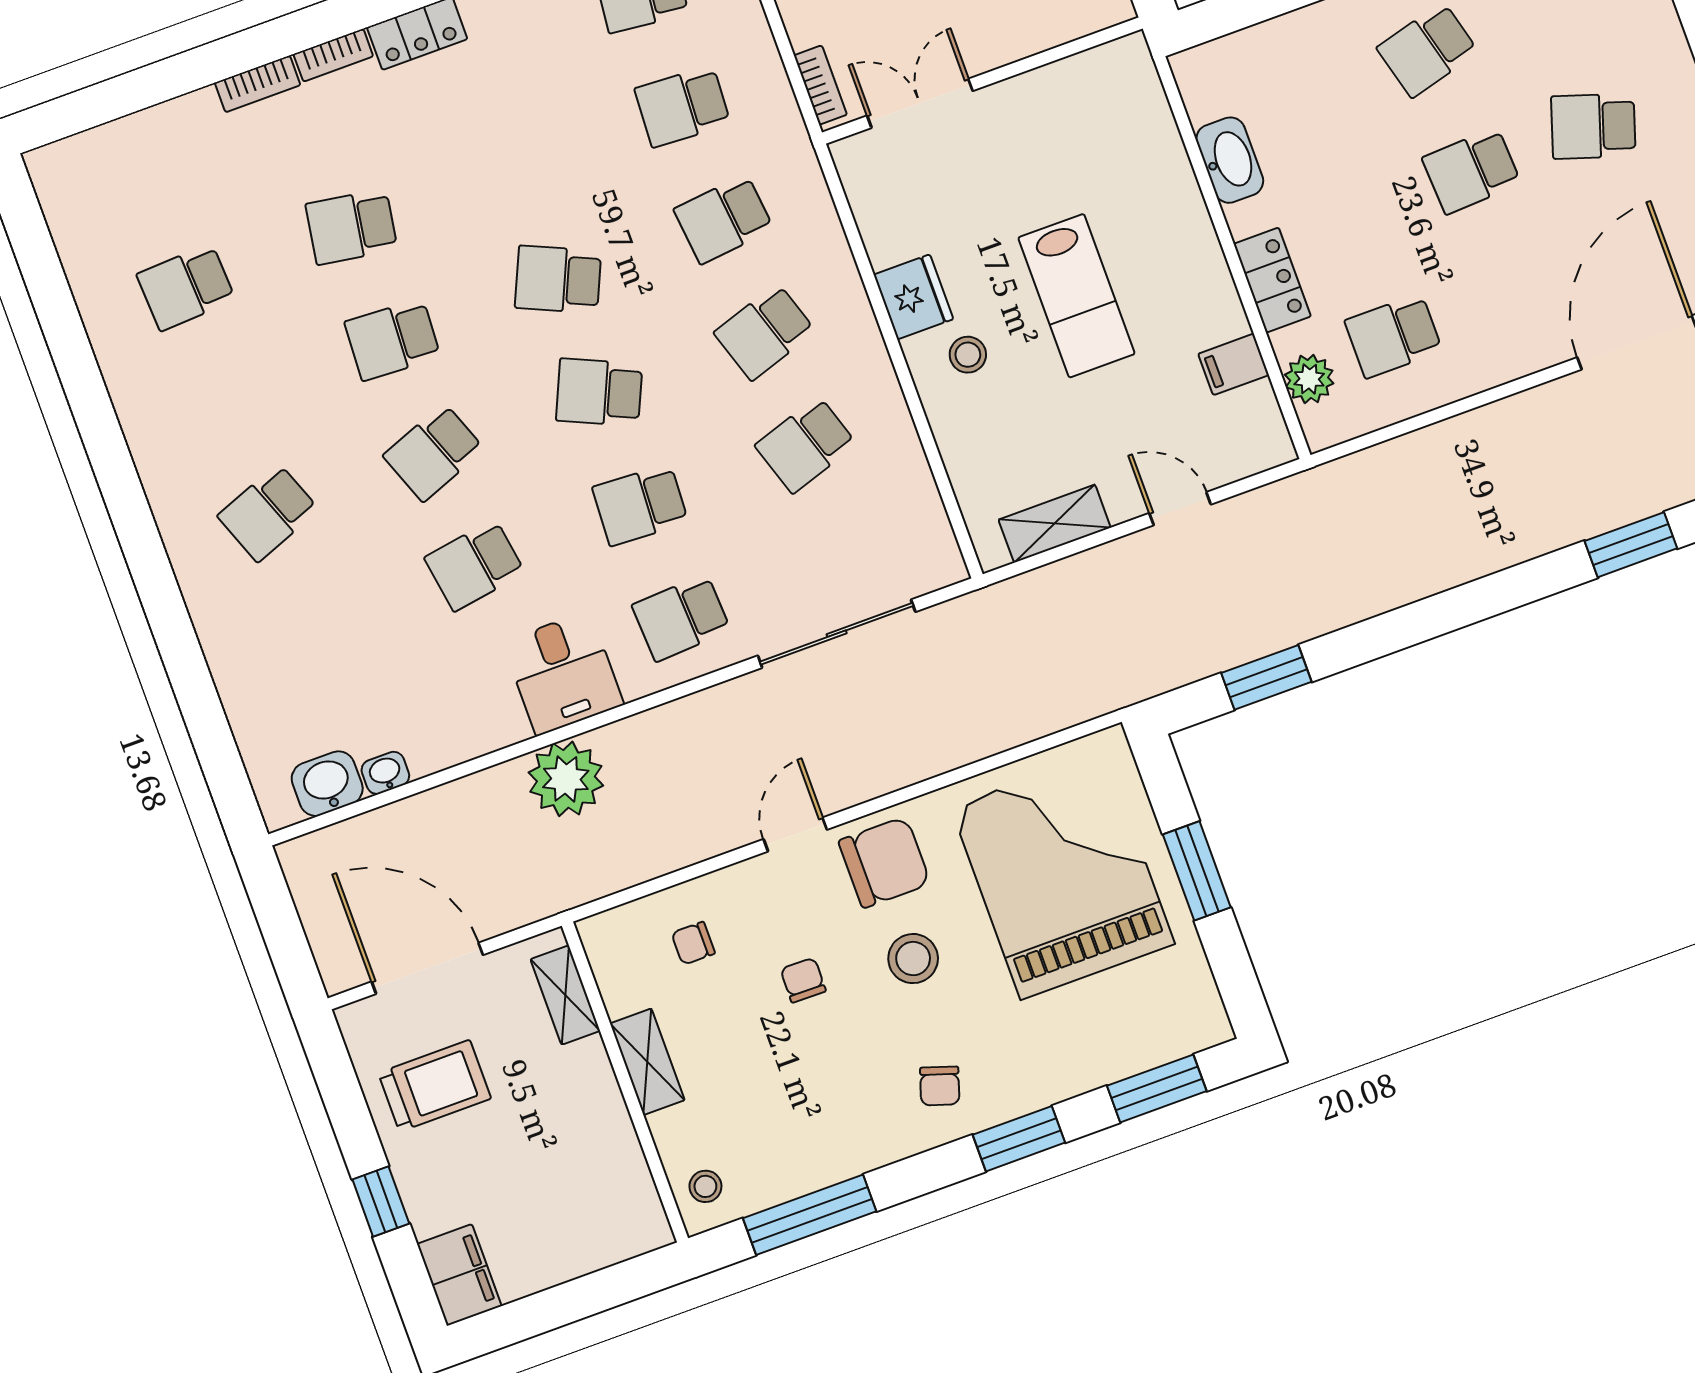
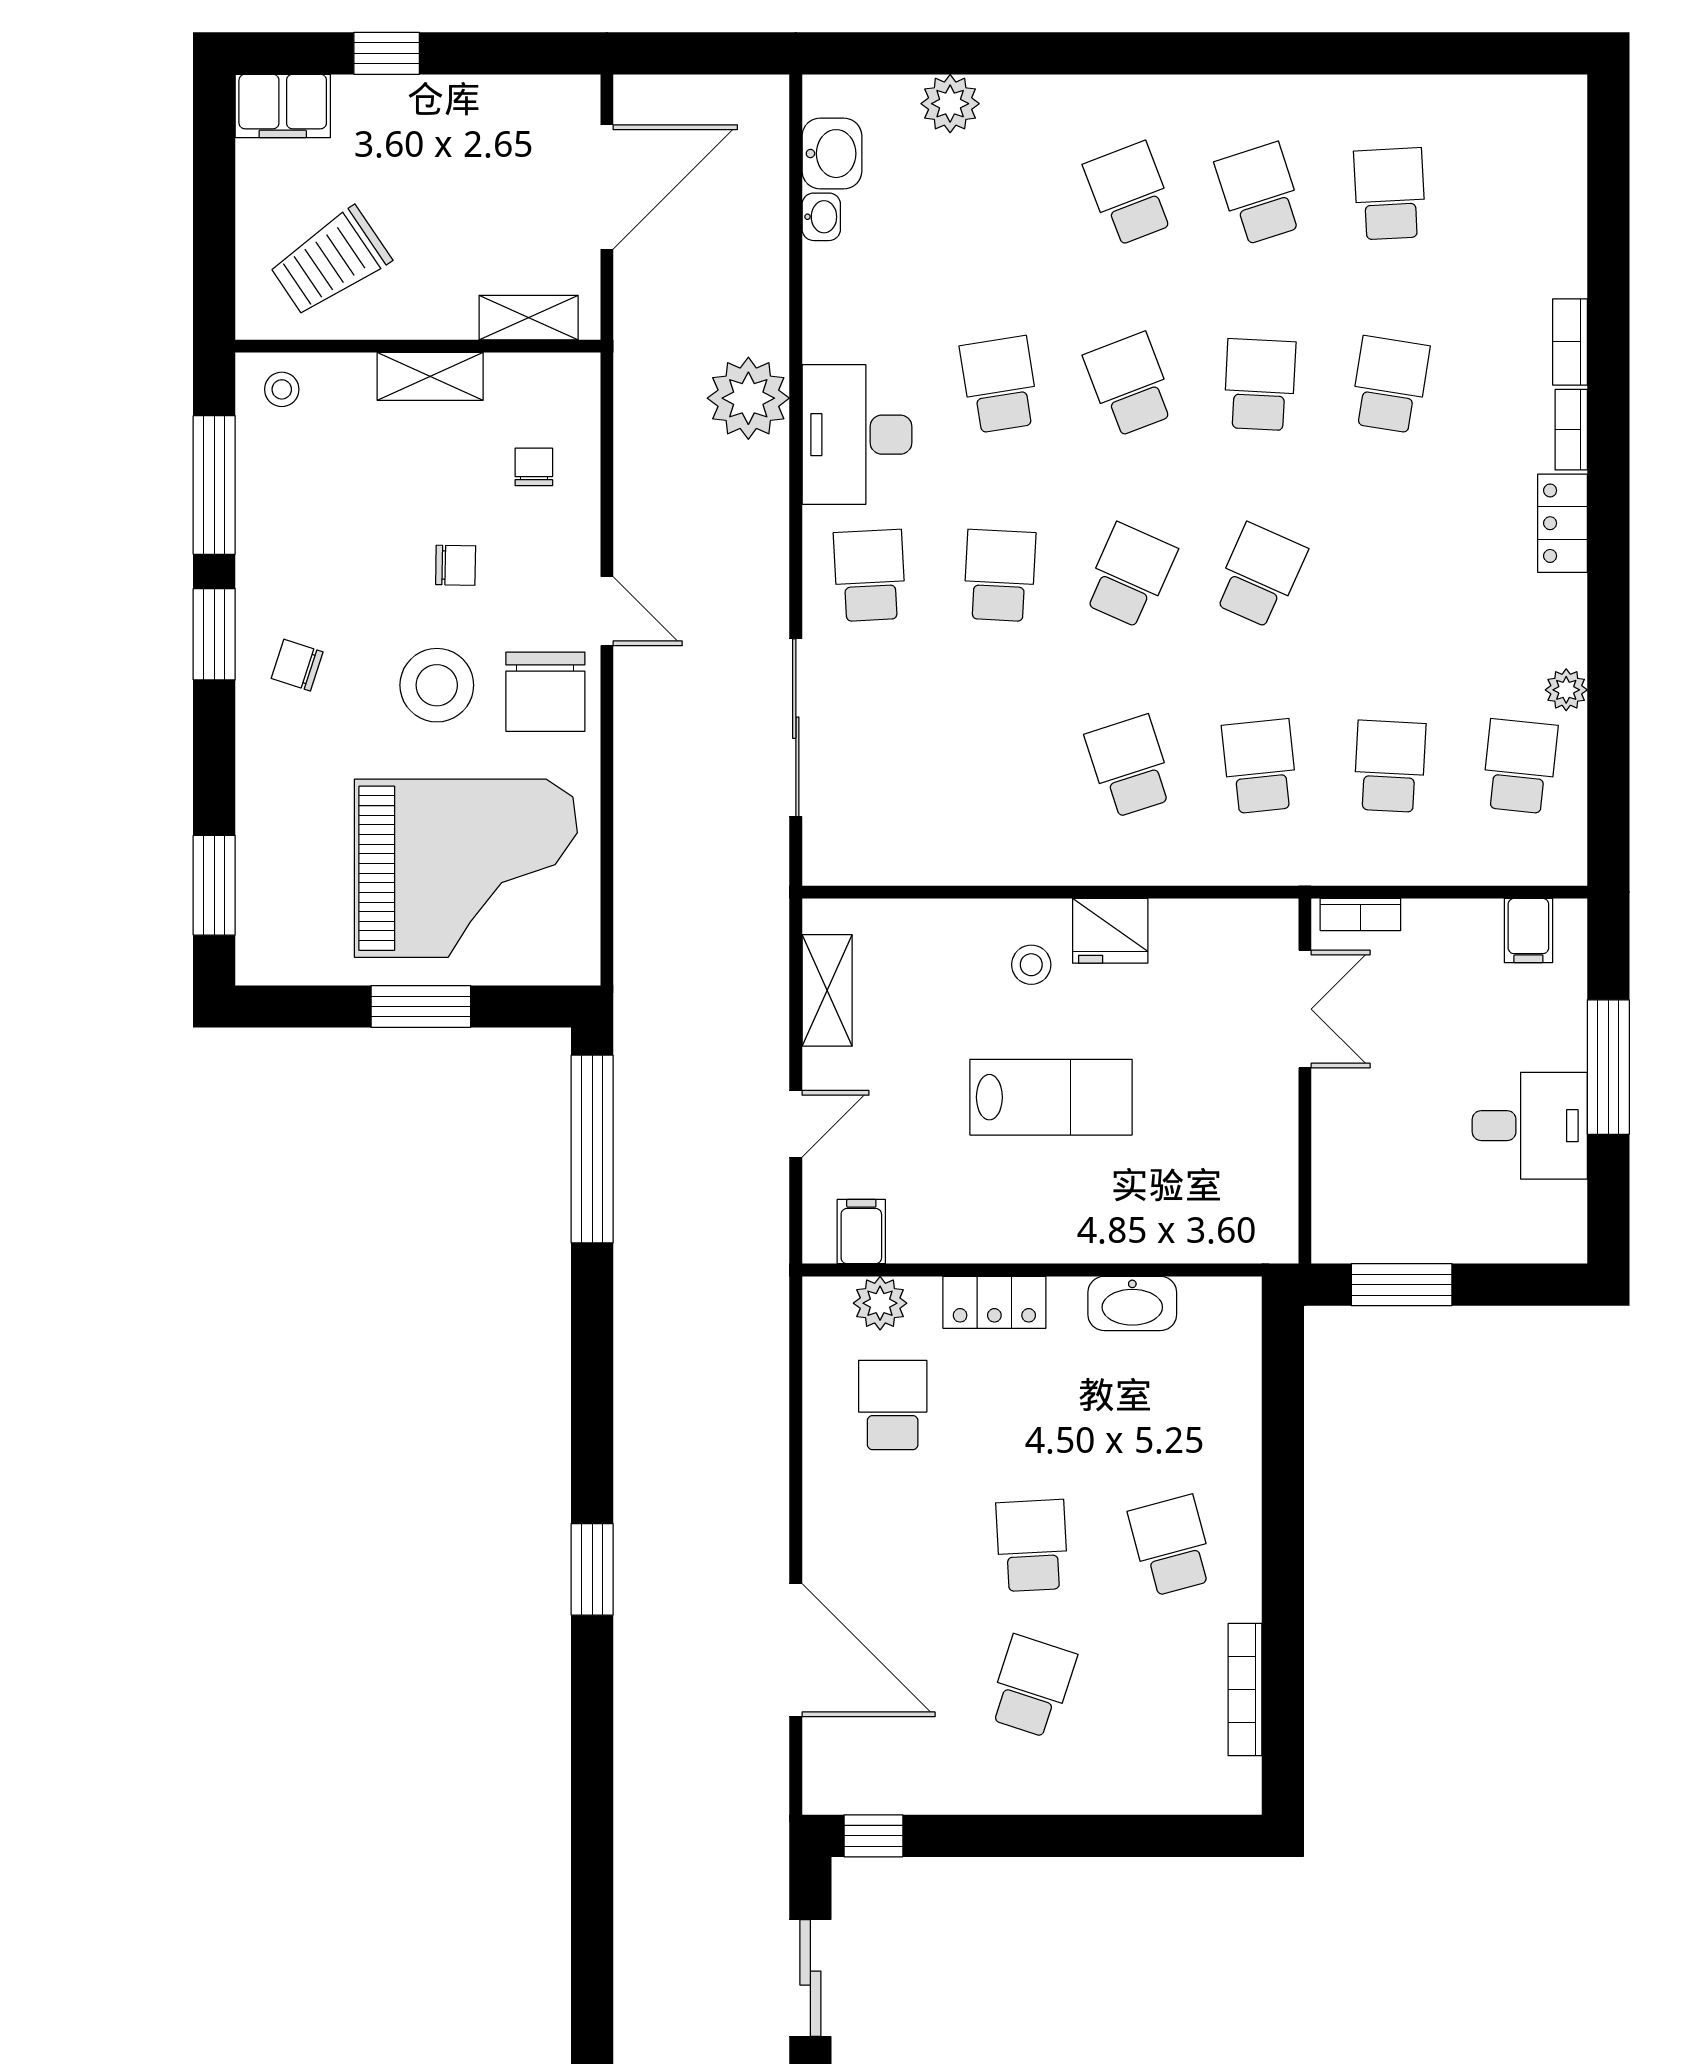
lab bench: (1077, 296) -> (1051, 1097), turned 180
filing cabinet: (1234, 364) -> (861, 1232), moved
school desk: (806, 445) -> (1260, 194), moved
desk: (563, 673) -> (857, 435), width x1.37
window: (1266, 677) -> (592, 1149), width x2.11
plant: (247, 697) -> (950, 104), added
stool: (913, 959) -> (437, 685), width x1.38, depth x1.38
trolley: (435, 1086) -> (330, 262), moved, turned 56
window: (1019, 1139) -> (214, 634), moved

